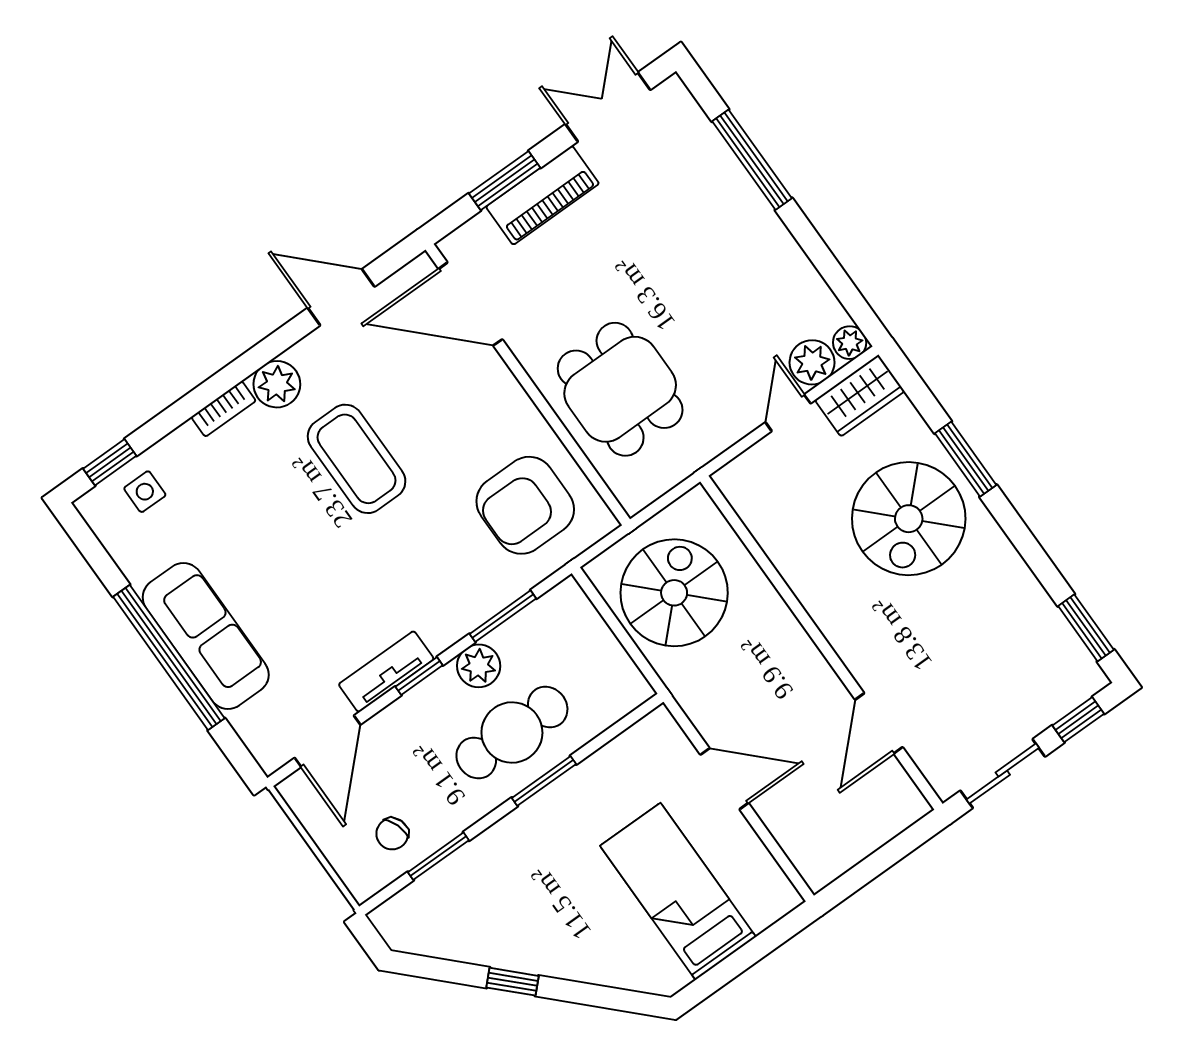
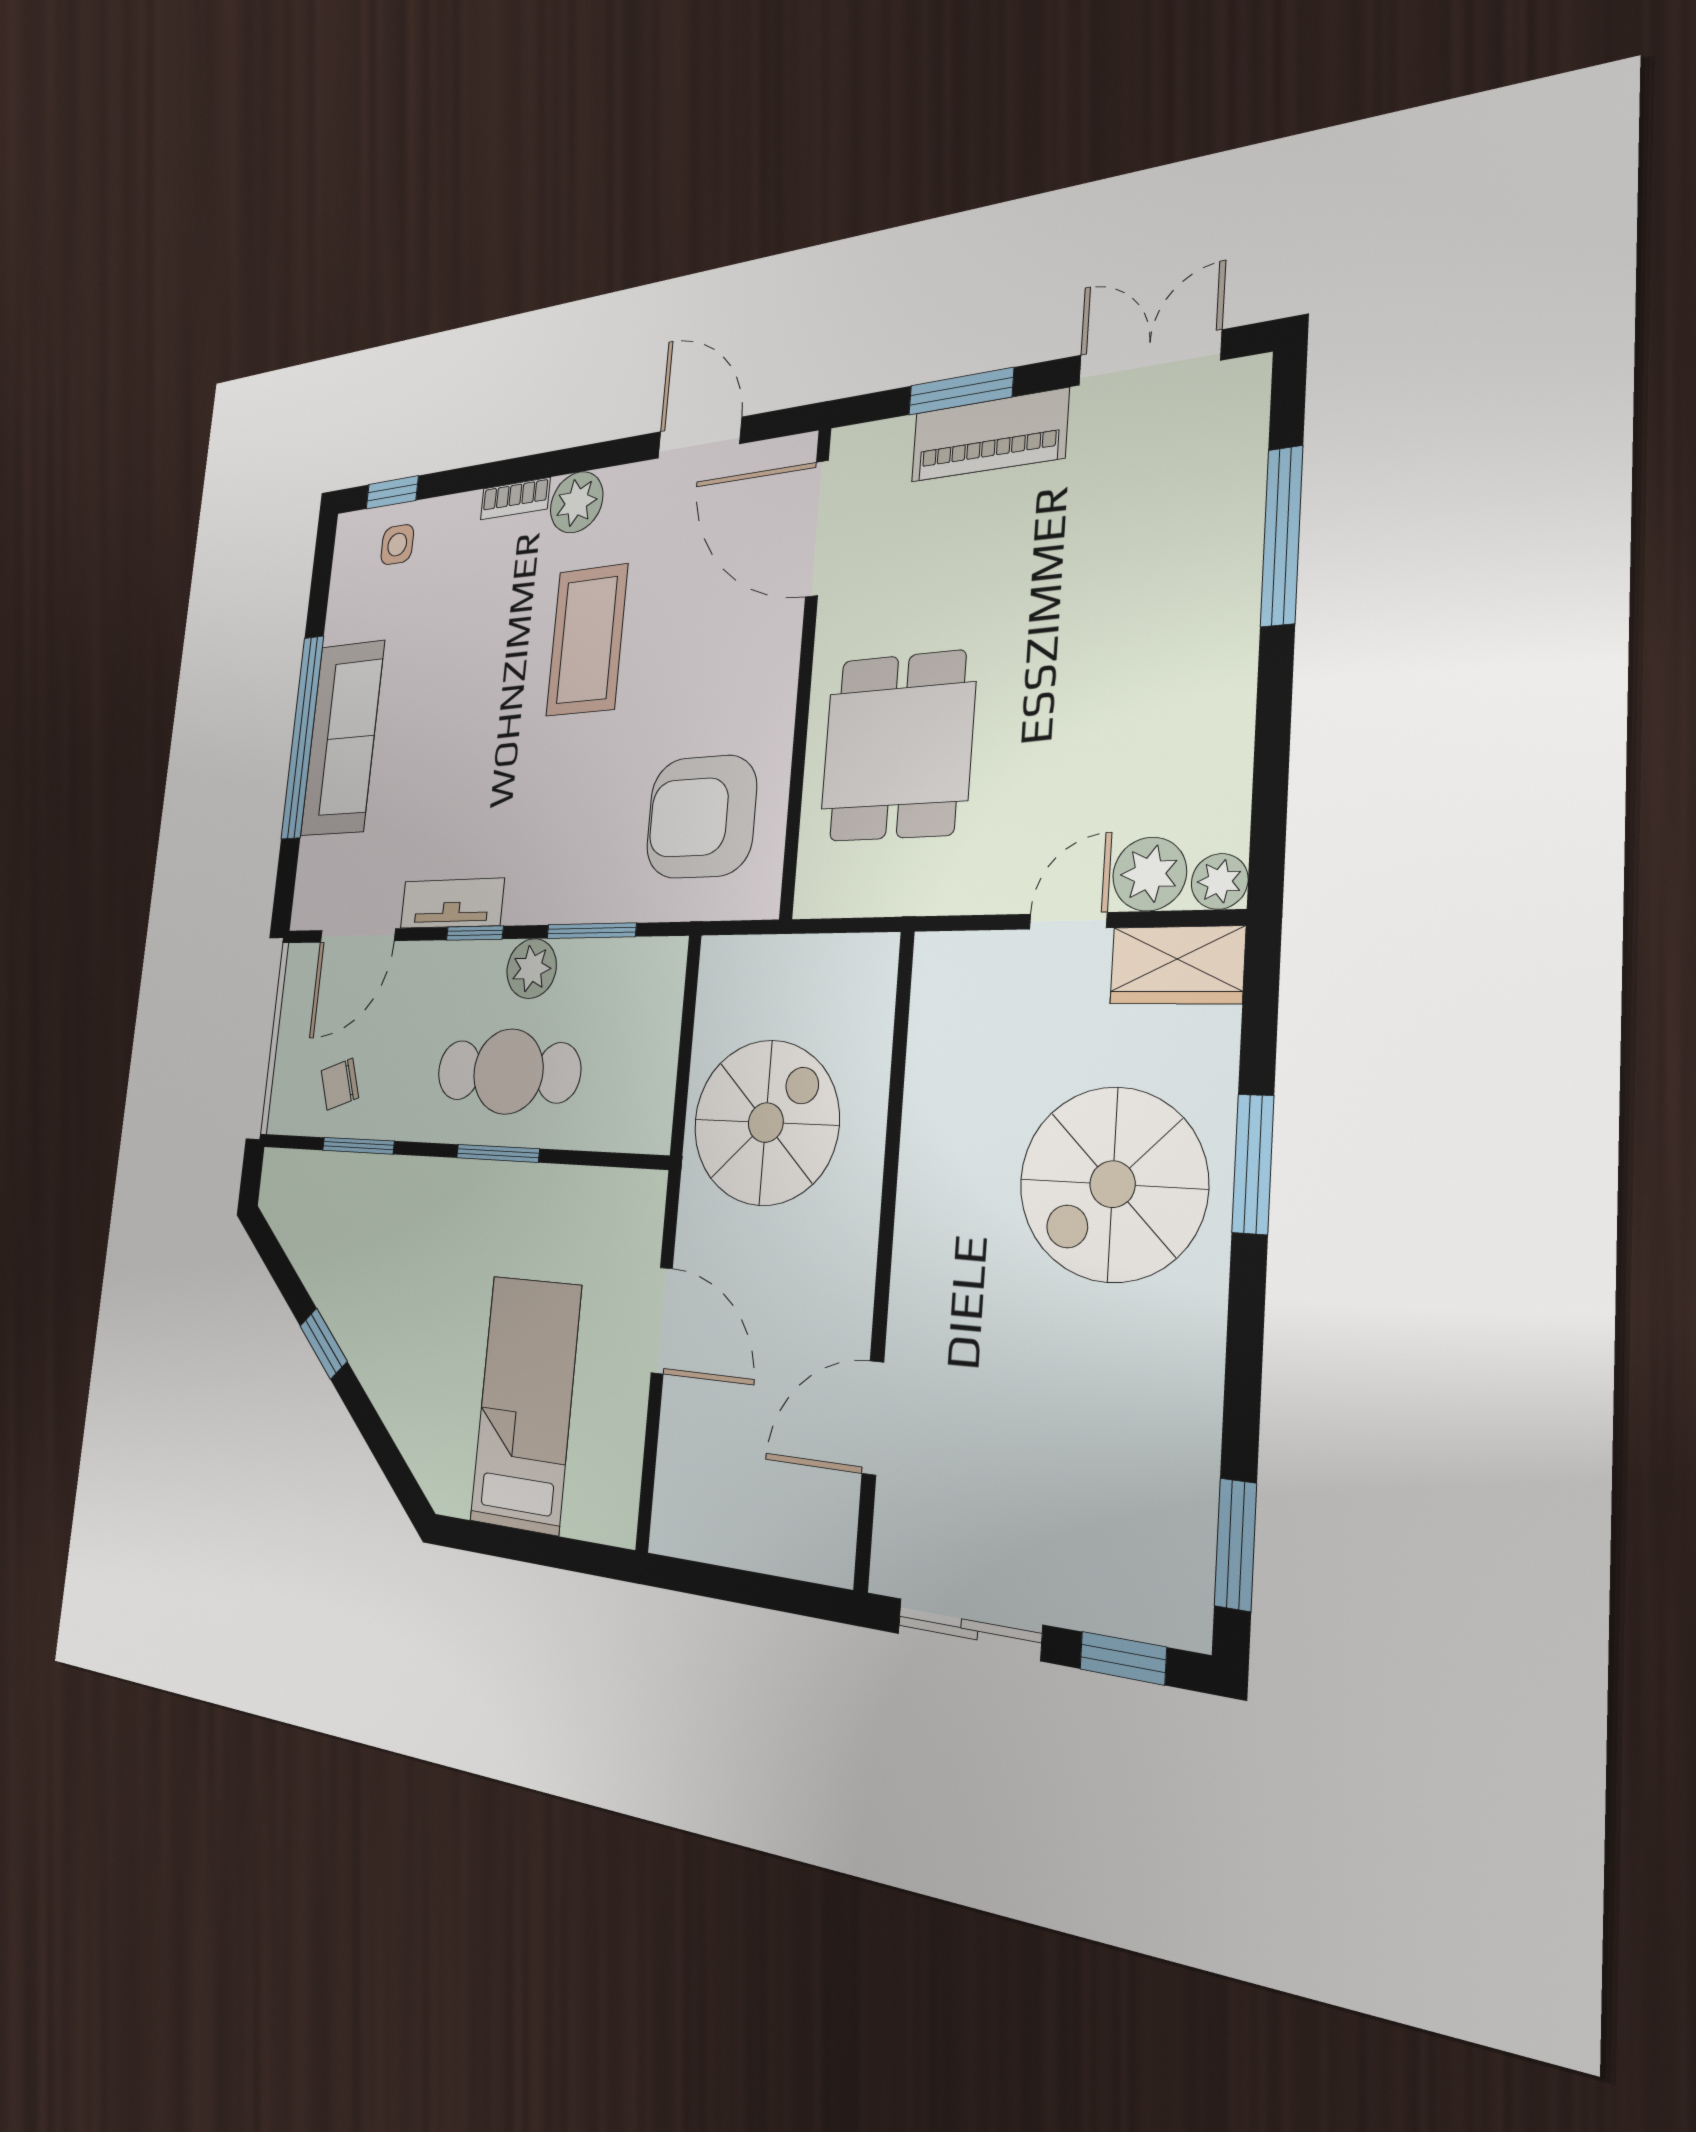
spiral stairs: (674, 593) -> (766, 1123), moved

